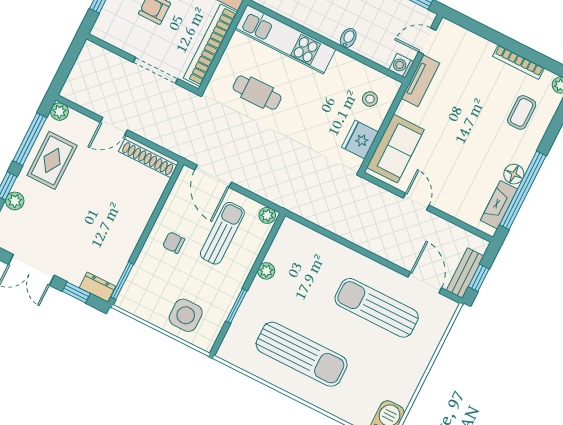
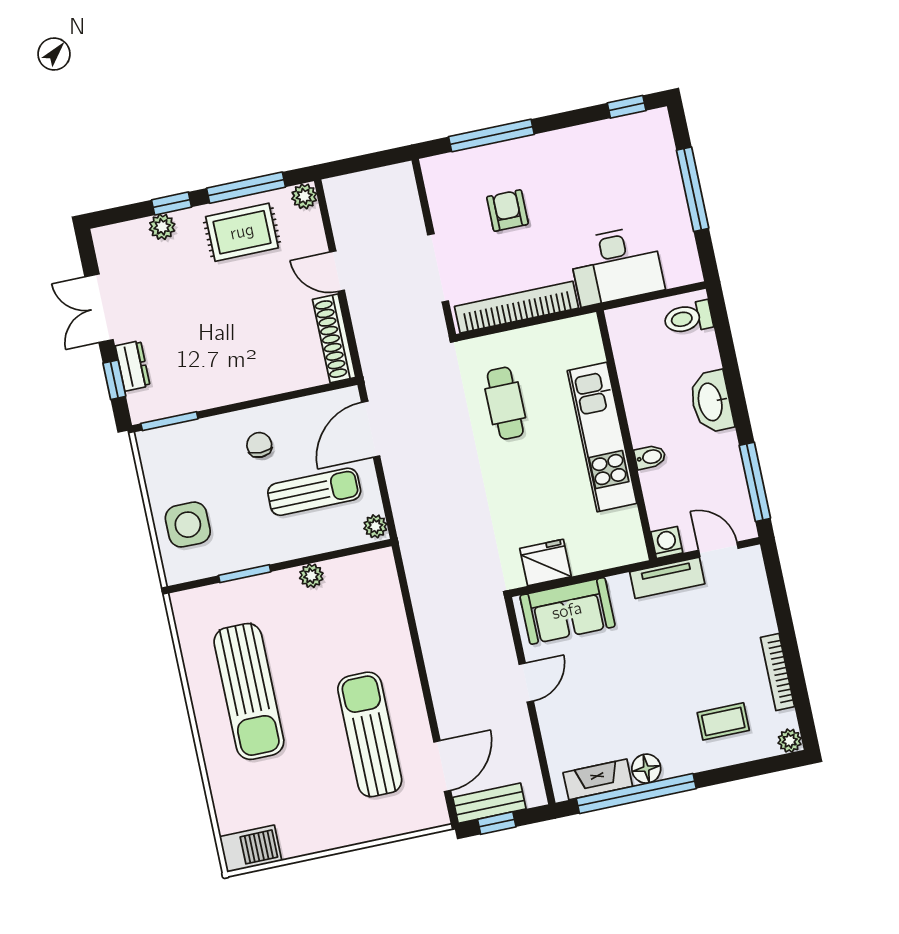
kitchen unit: (285, 39) -> (602, 437), moved
stool: (370, 99) -> (601, 537), removed
dresser: (97, 287) -> (133, 366), moved

